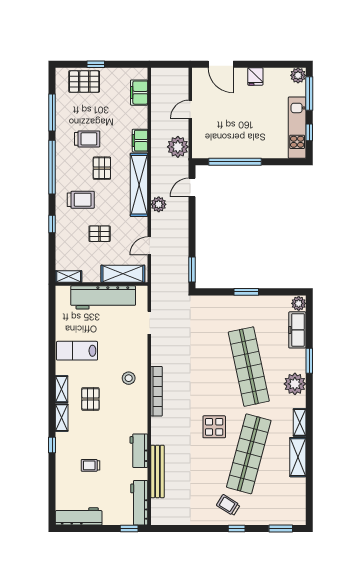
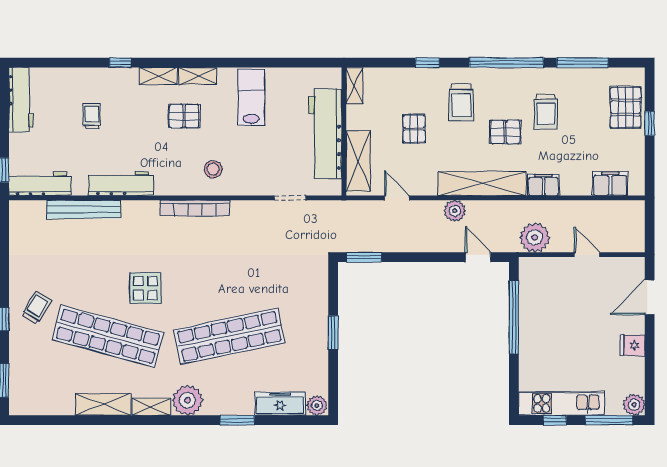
plant: (295, 384) -> (187, 400), moved
workbench: (139, 451) -> (121, 183), width x1.38

